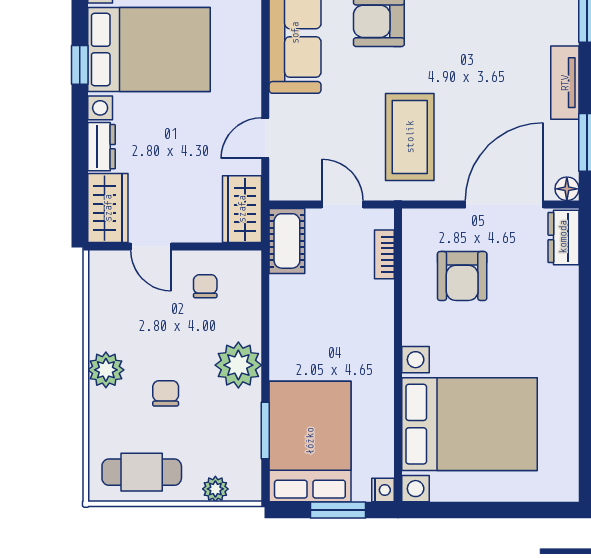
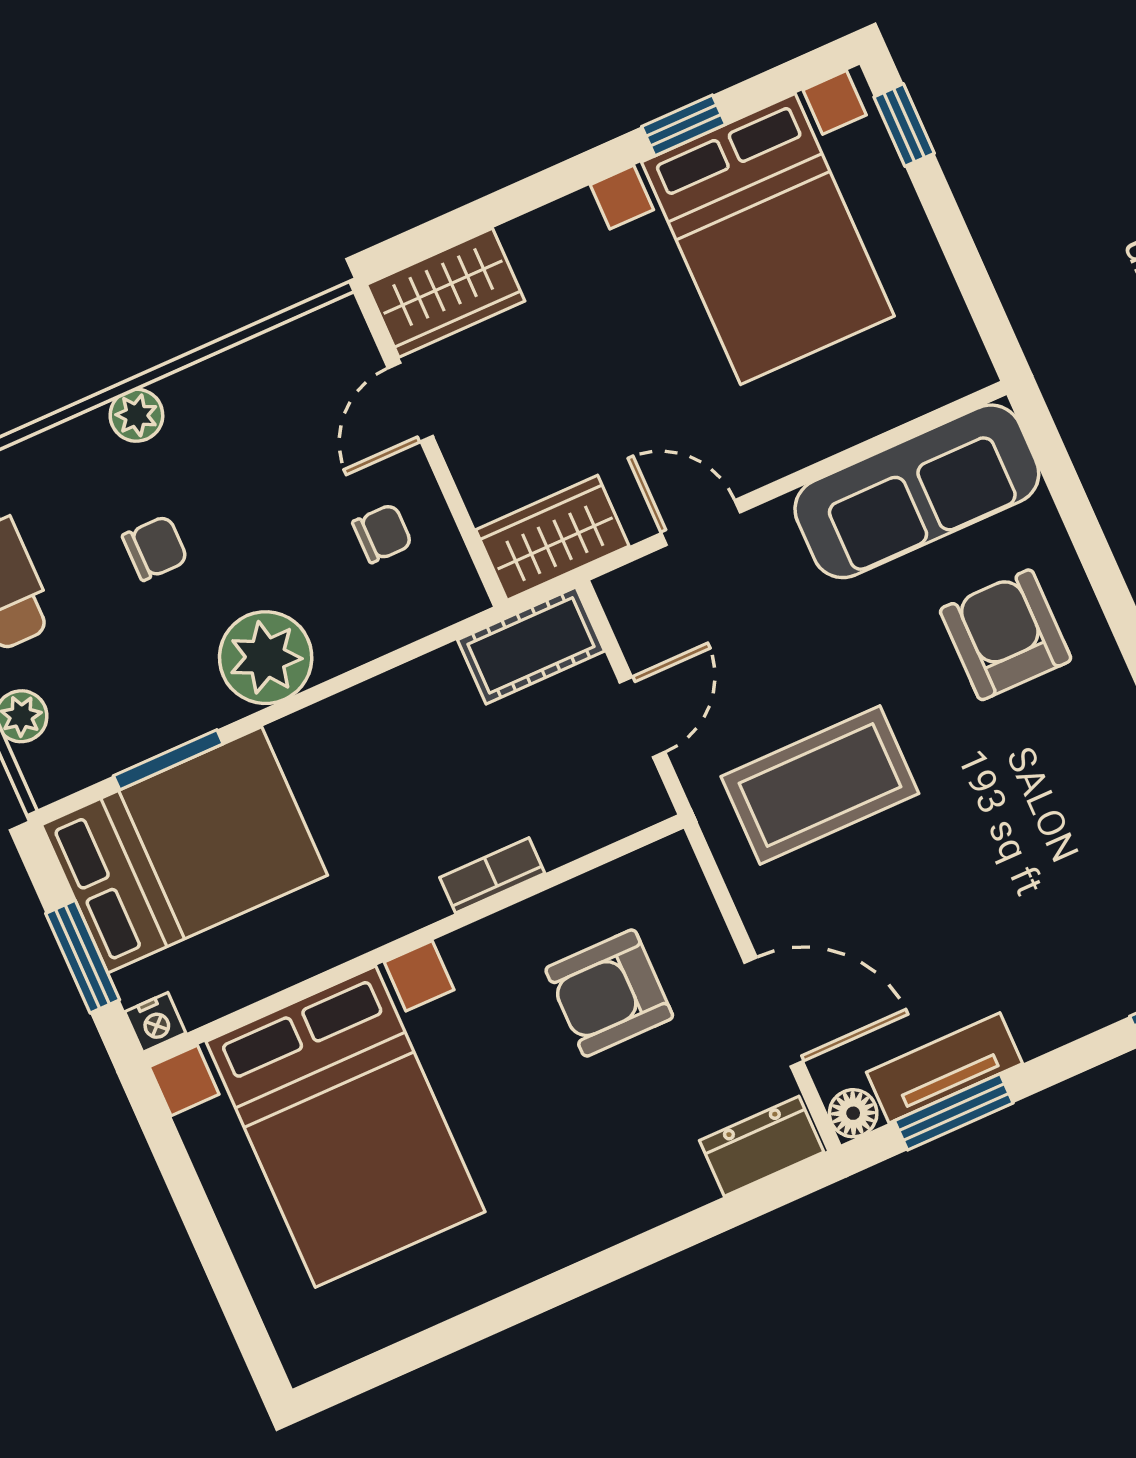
tv unit: (565, 83) -> (945, 1068), moved
dresser: (101, 147) -> (552, 231), removed
door: (504, 205) -> (774, 1012), width x0.73
bookcase: (384, 254) -> (492, 875), moved
plant: (106, 370) -> (136, 415), width x0.73, depth x0.73

